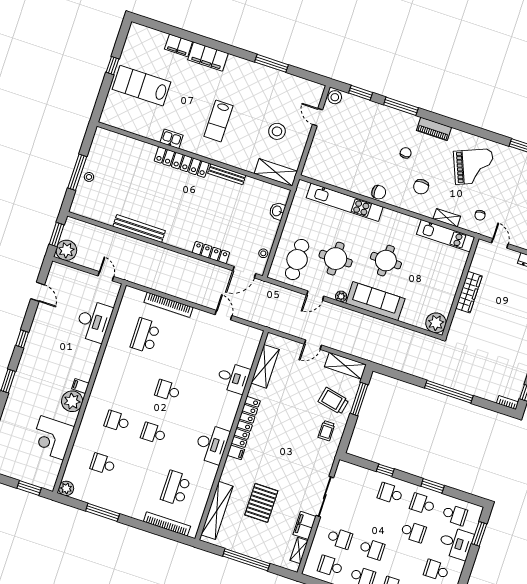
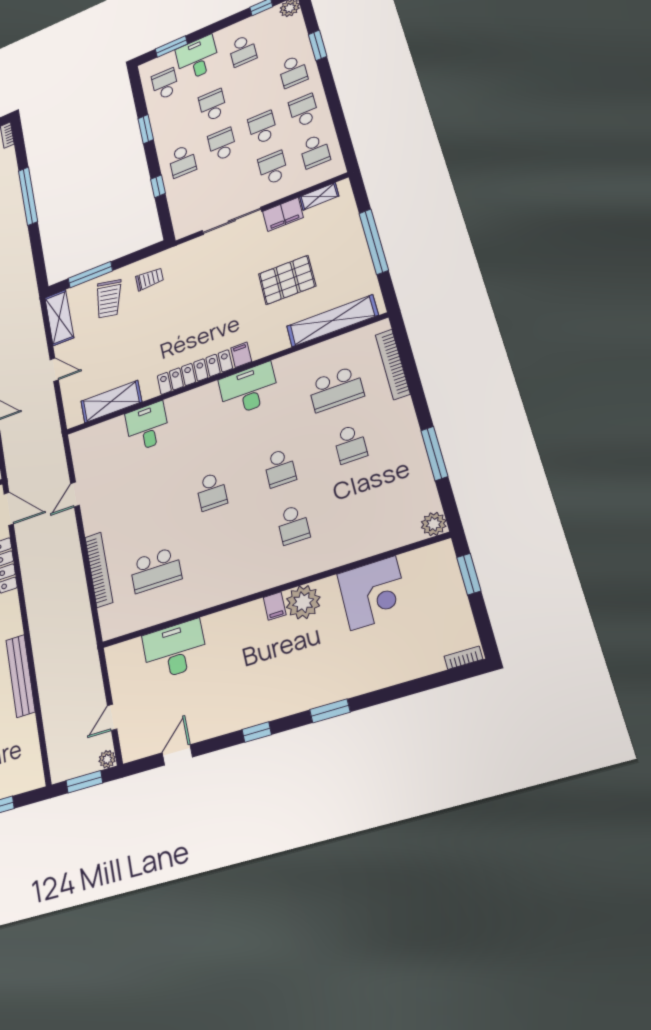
plant: (66, 250) -> (107, 759), width x0.53, depth x0.53
door: (106, 276) -> (112, 717), moved
school desk: (103, 464) -> (350, 444), moved
school desk: (422, 504) -> (222, 144), moved, turned 180

